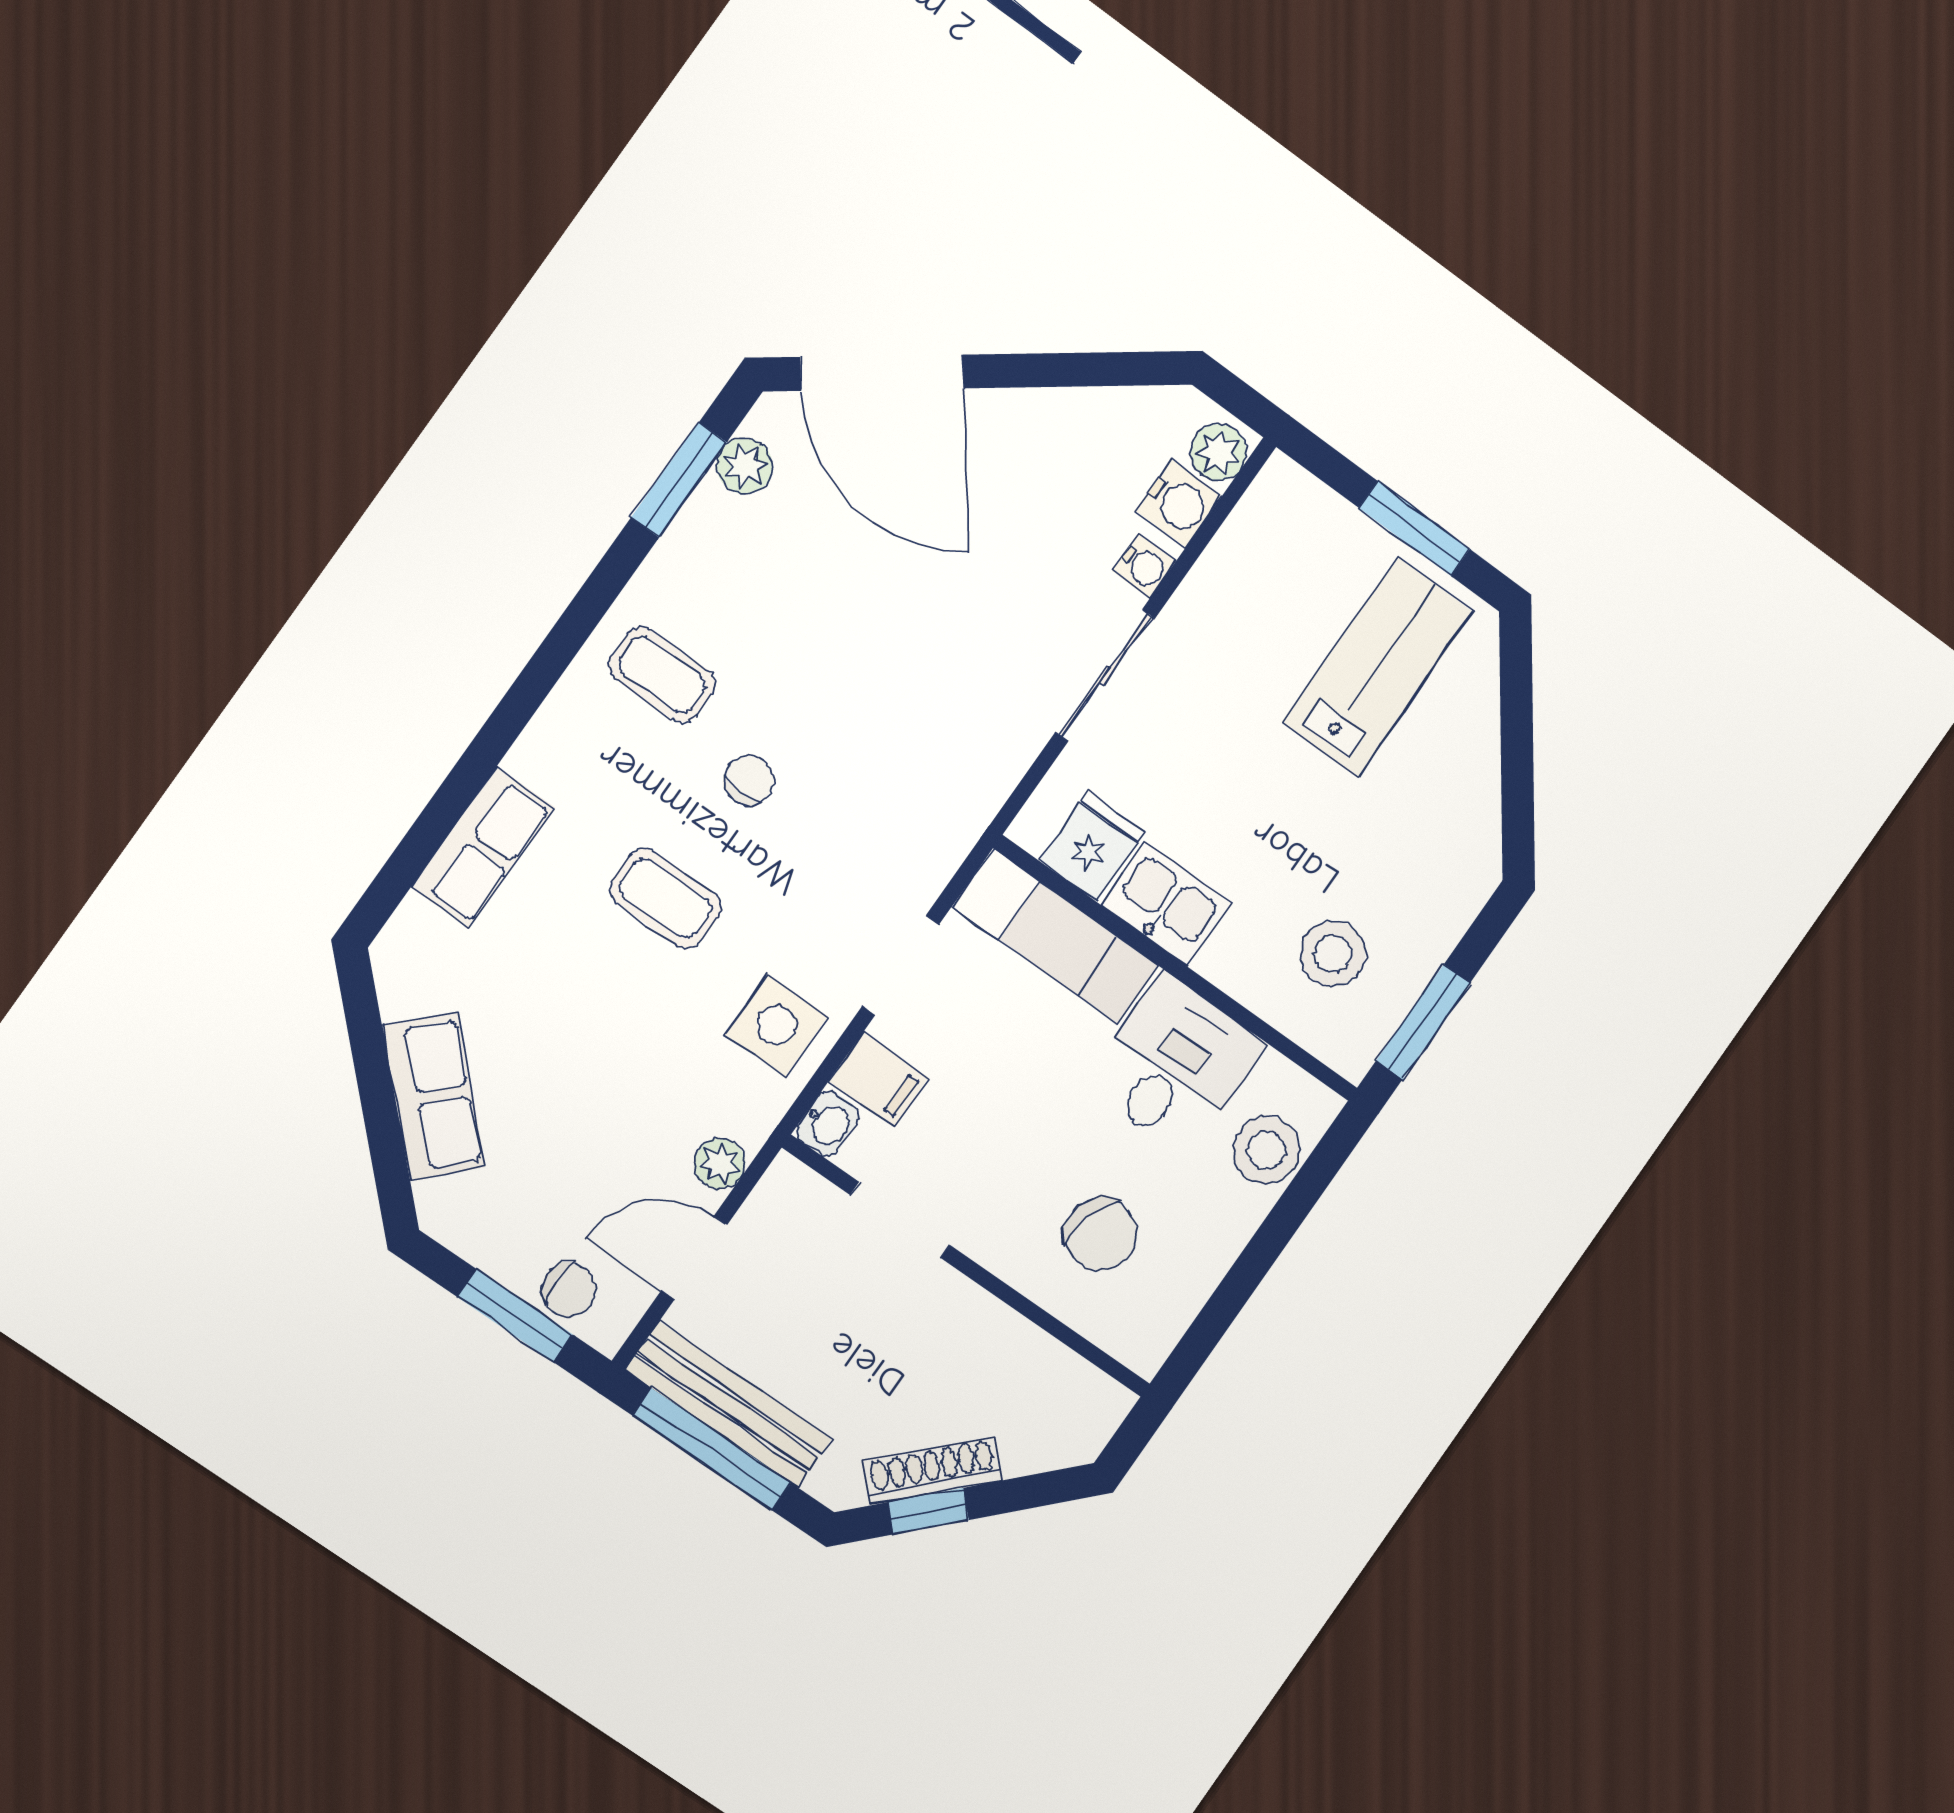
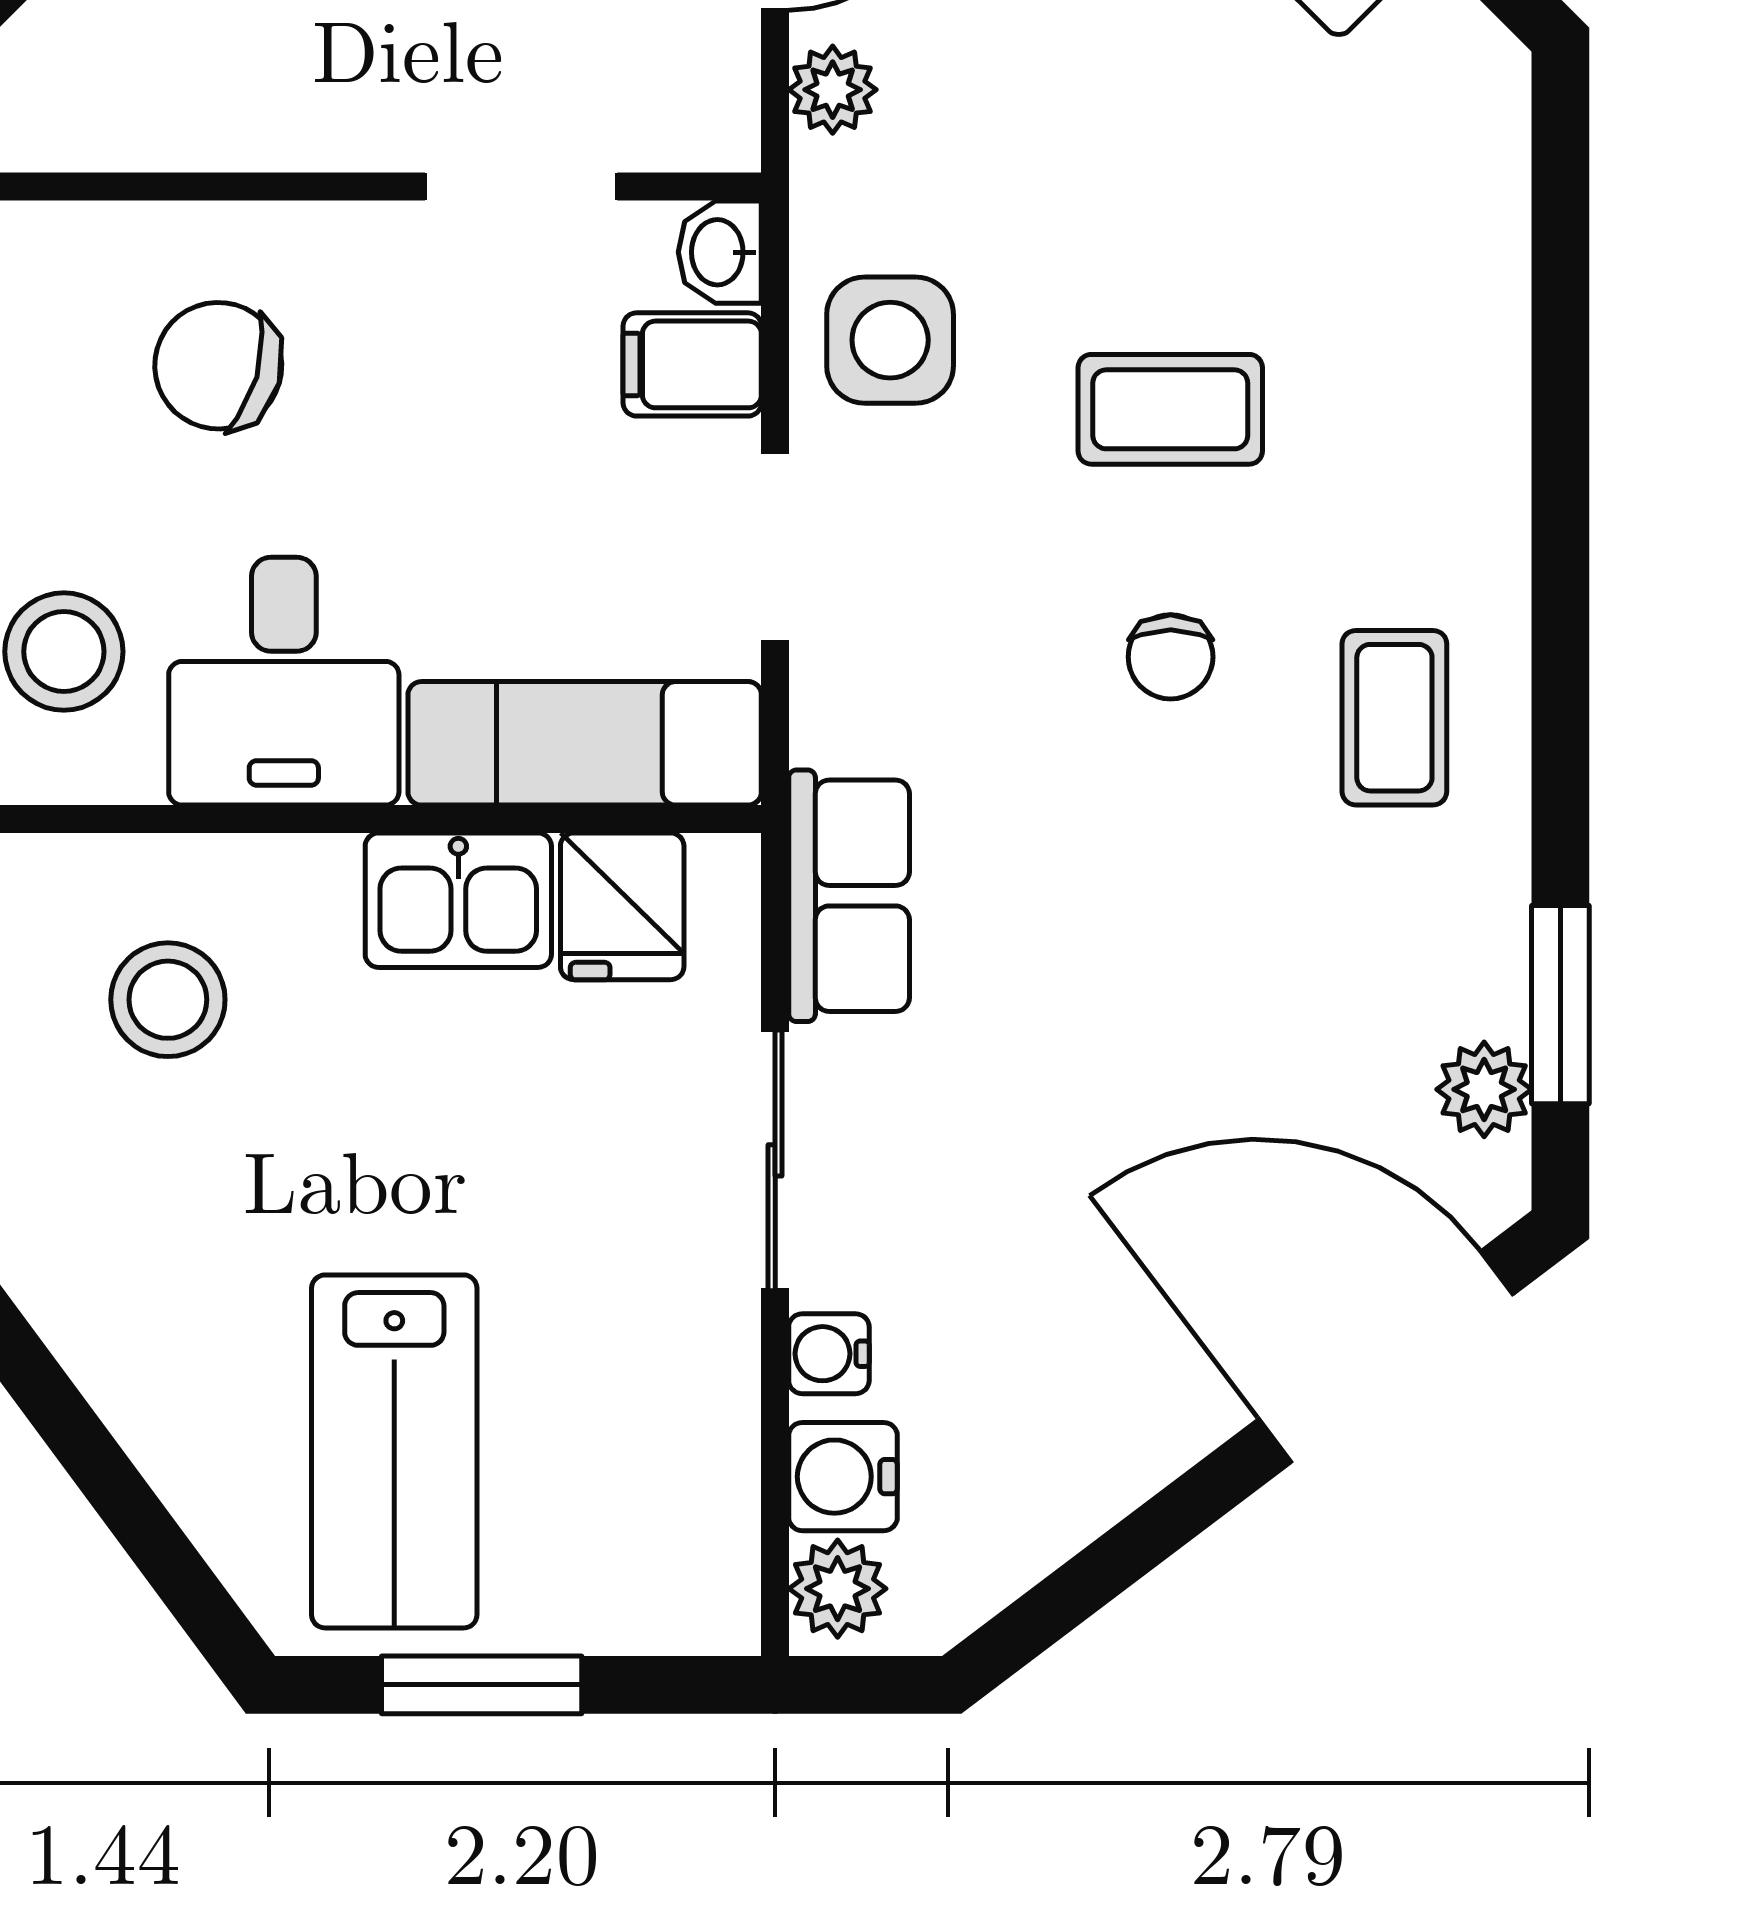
coffee table: (662, 675) -> (1394, 718), turned 90
row of seats: (483, 847) -> (849, 896), moved, turned 180

